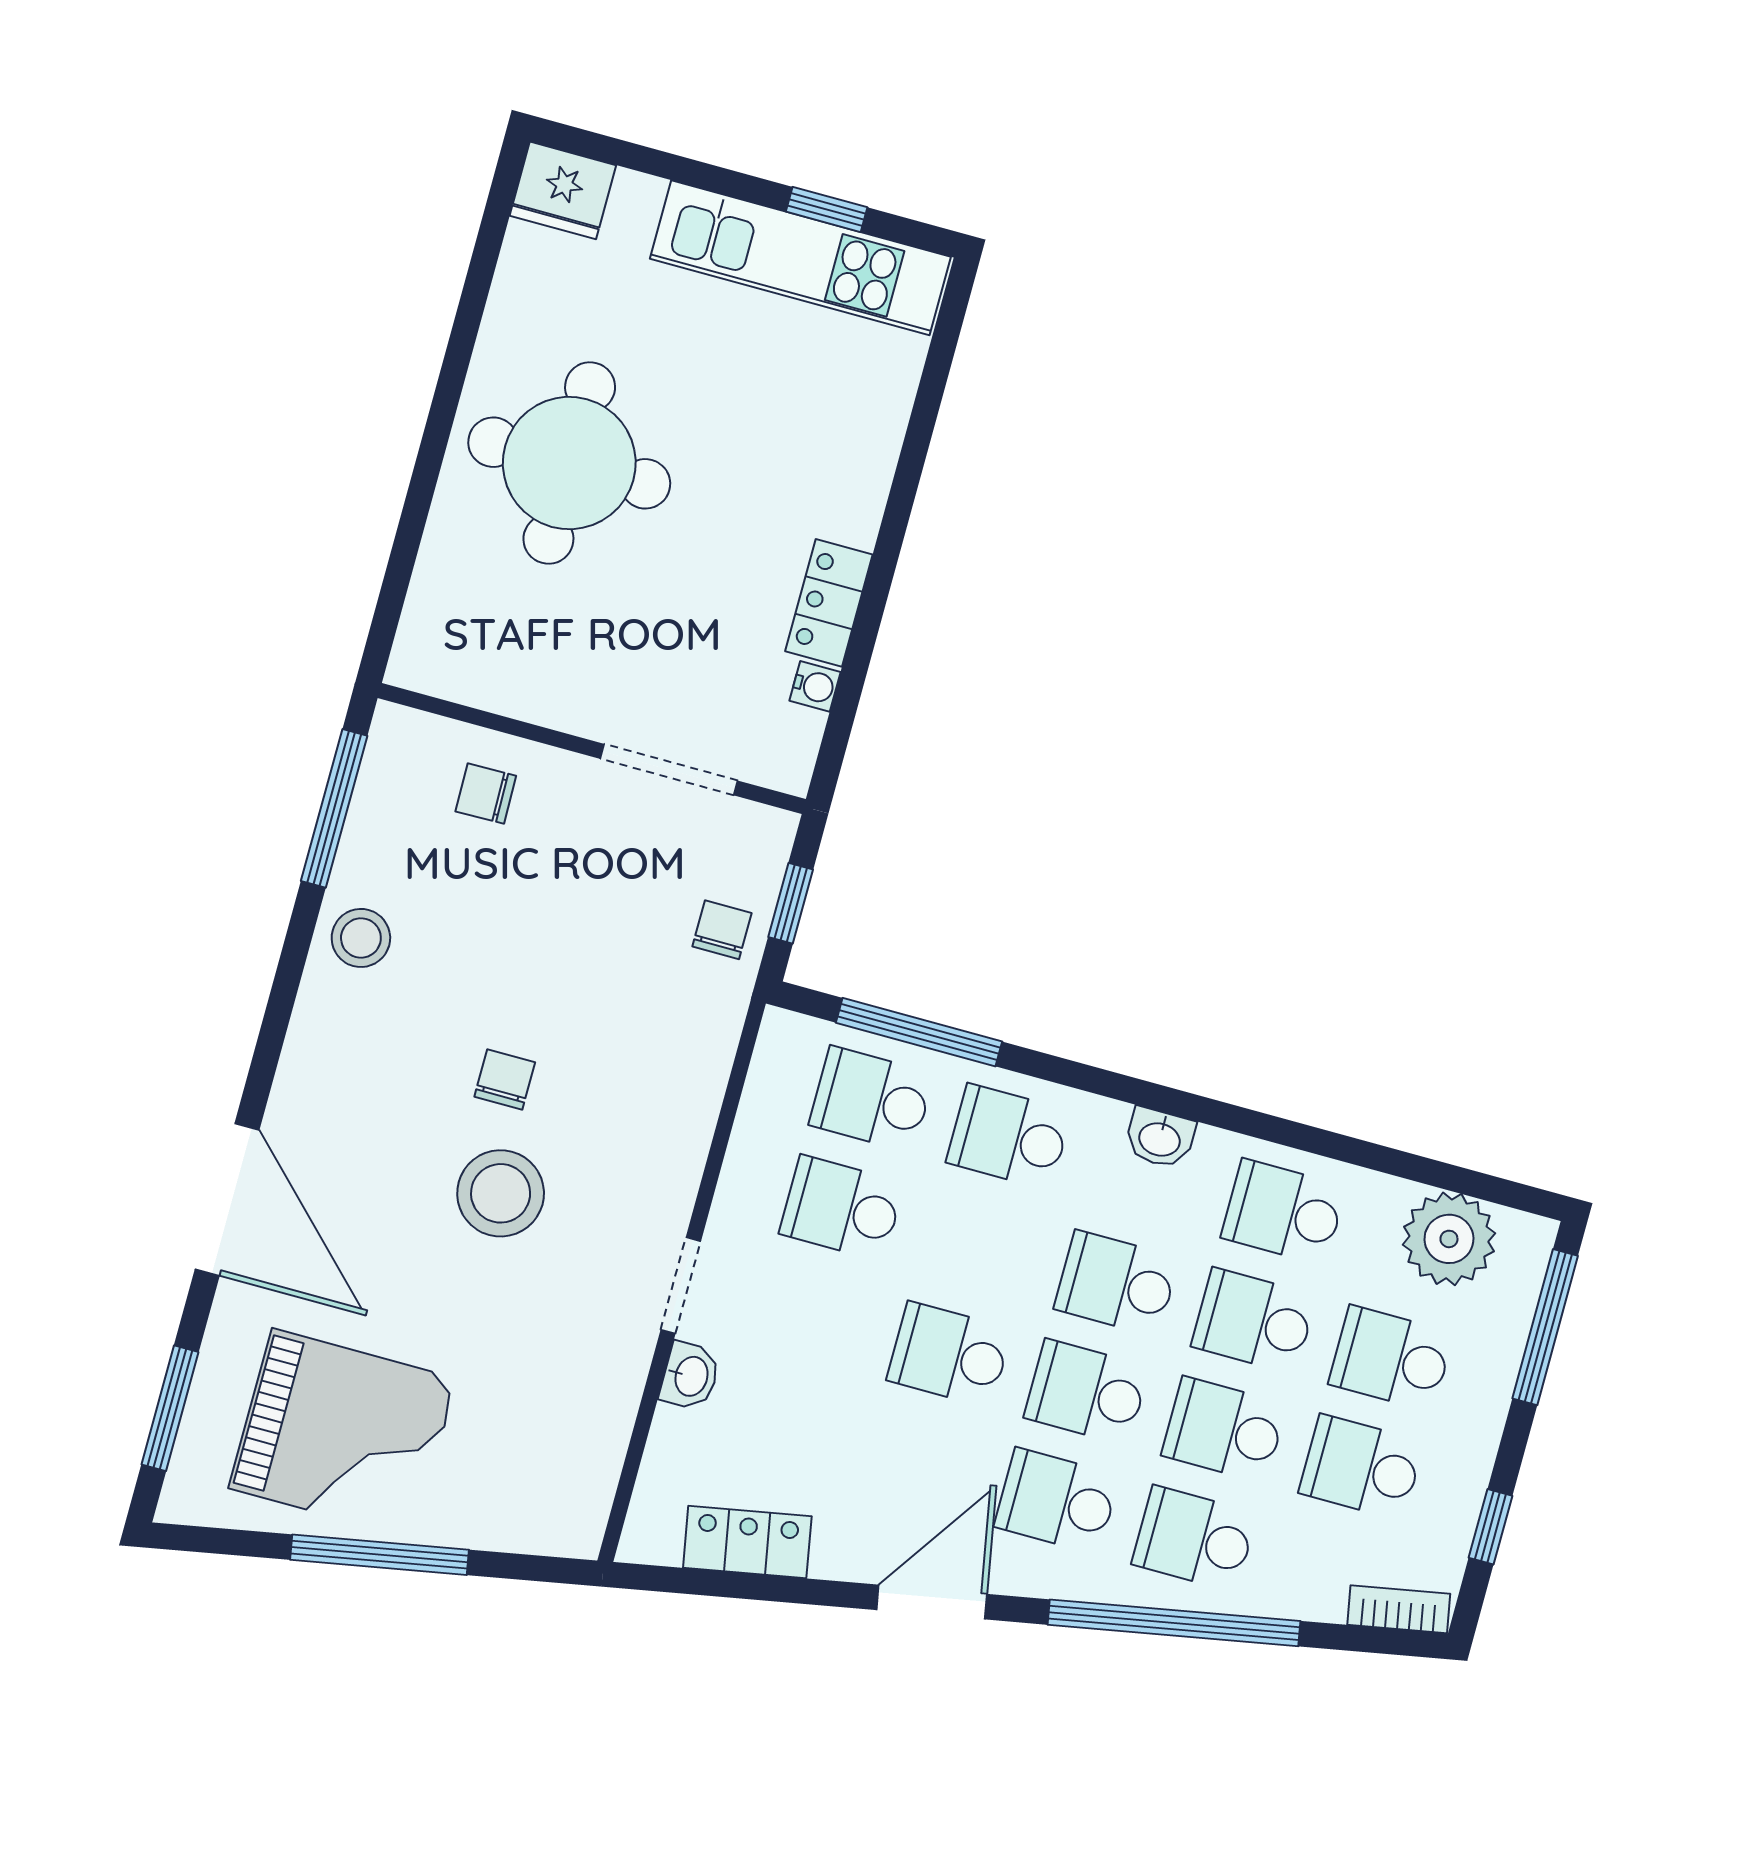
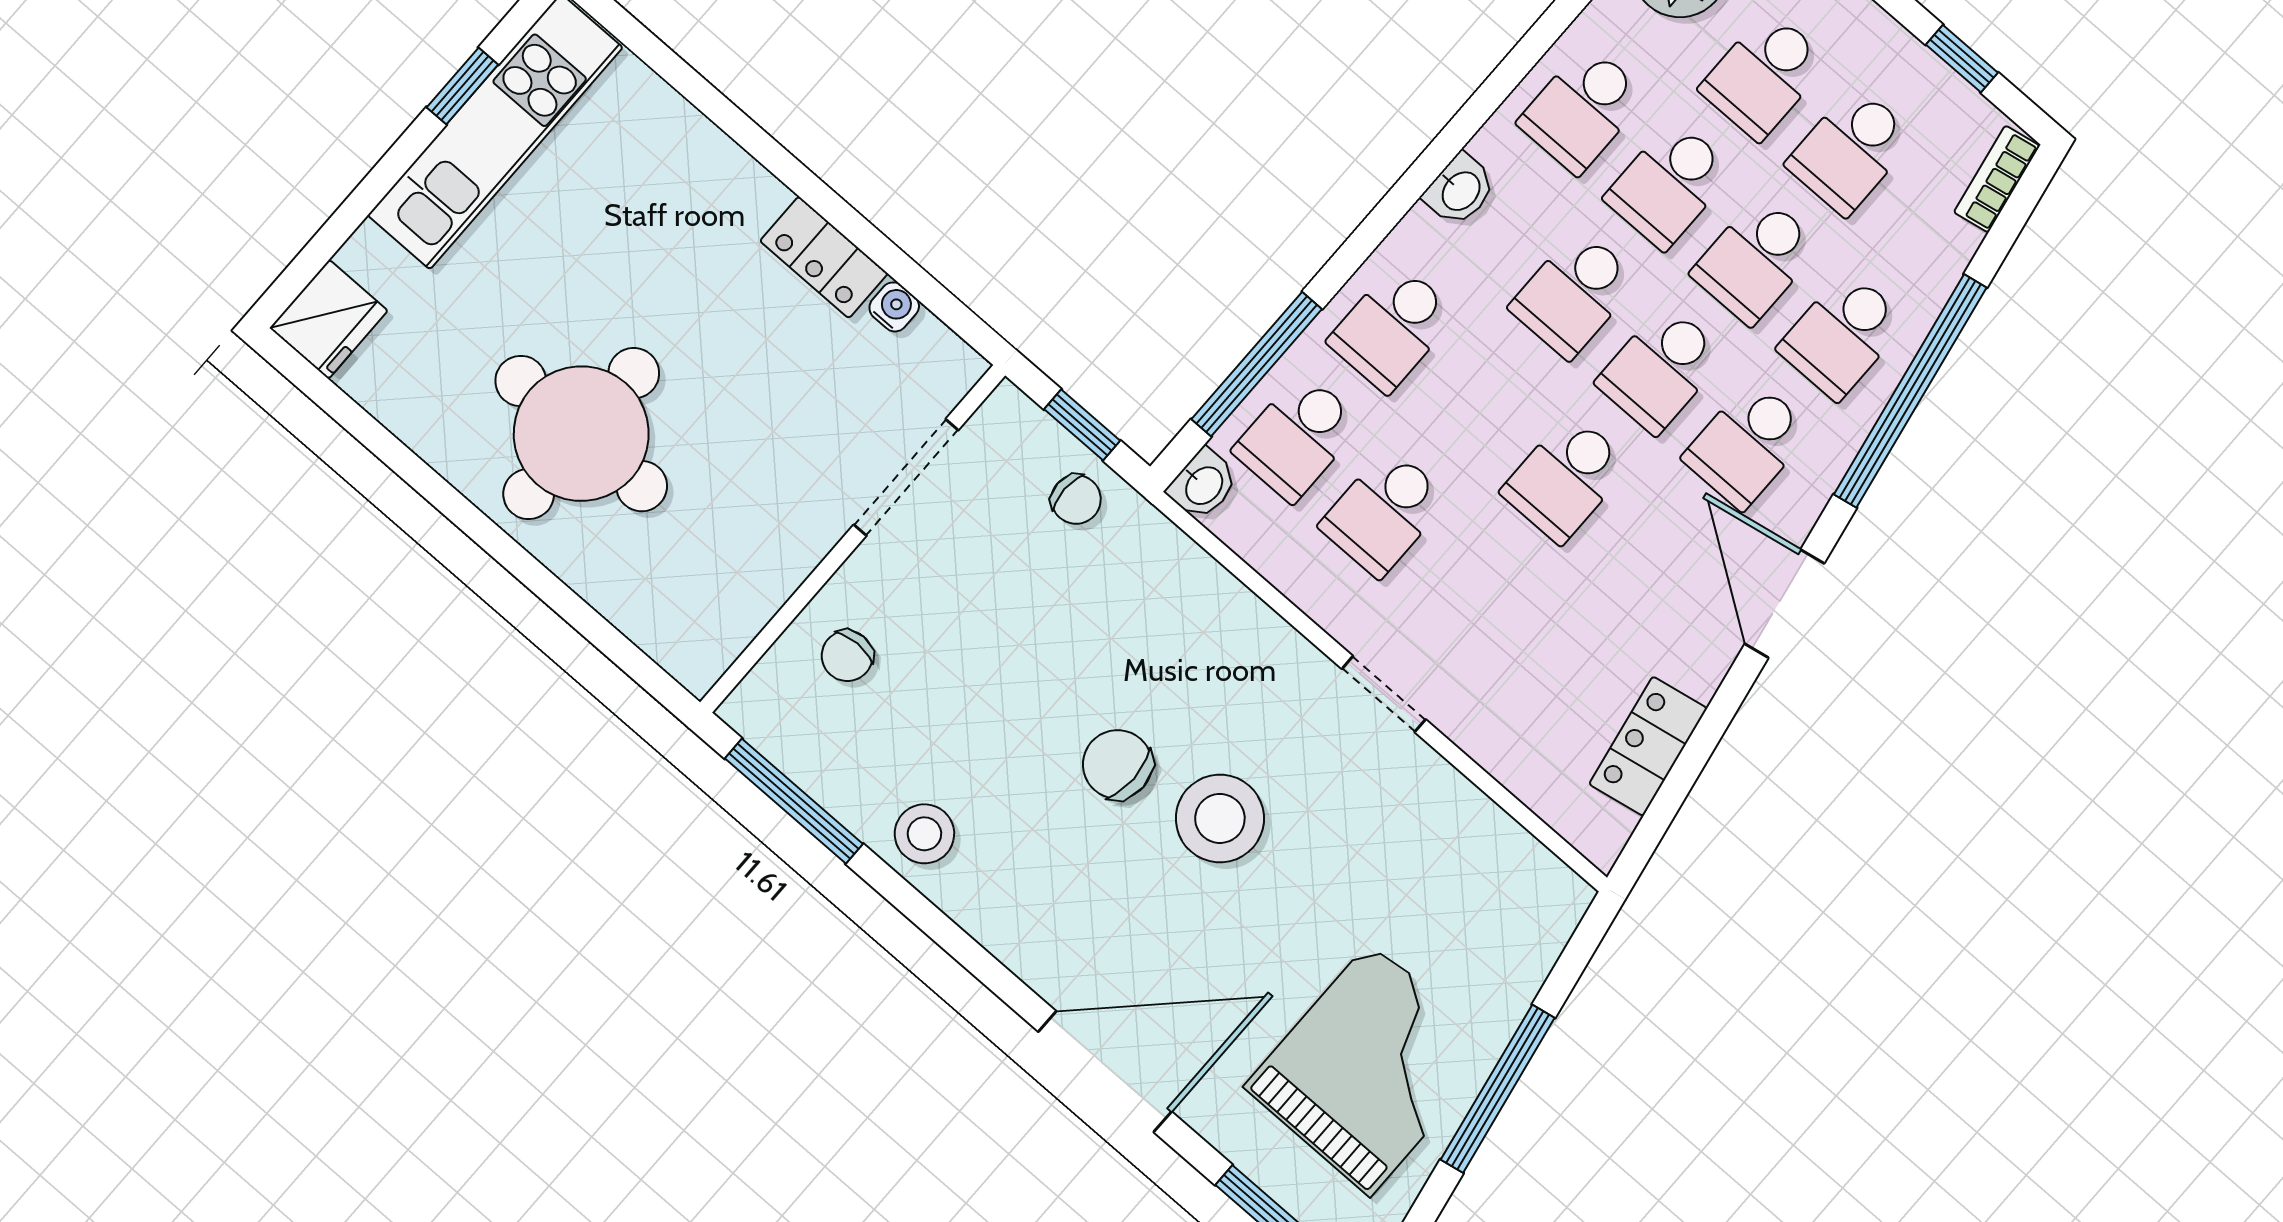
chair: (722, 930) -> (1076, 499), turned 180
chair: (505, 1079) -> (1117, 764), width x1.37, depth x1.37
washbasin: (690, 1376) -> (1203, 485), moved, turned 90

